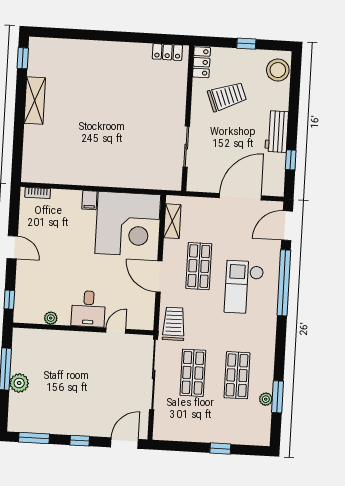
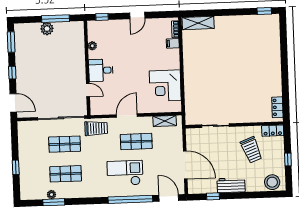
shelving: (35, 100) -> (198, 23), moved
filing cabinet: (89, 200) -> (173, 43), moved
corner desk: (128, 224) -> (165, 86), width x0.74, depth x0.74

